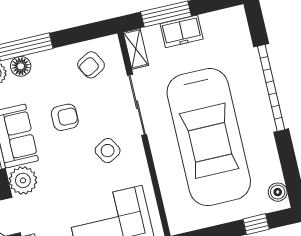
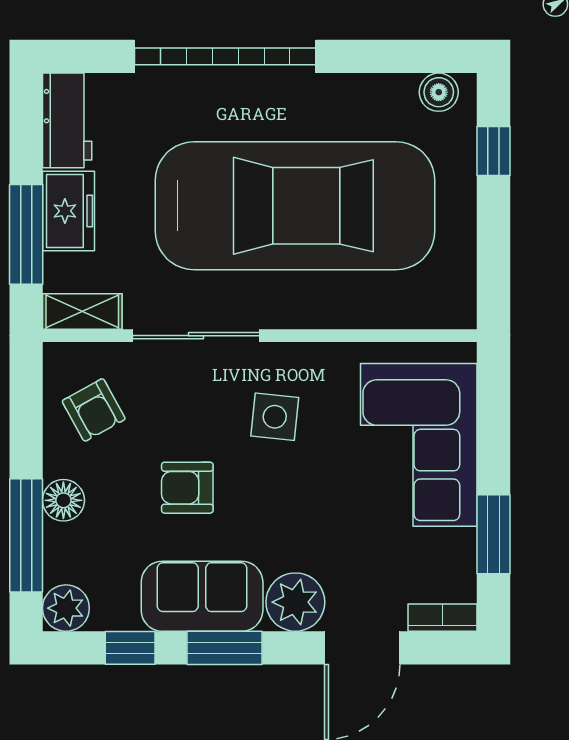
workbench: (224, 21) -> (67, 120), added
floor lamp: (21, 66) -> (63, 500), moved
armchair: (65, 117) -> (187, 488), turned -90
side table: (108, 151) -> (275, 417), turned 36

